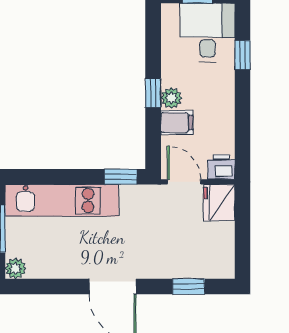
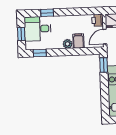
window: (153, 93) -> (40, 53), moved

